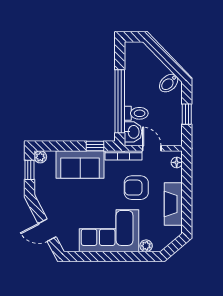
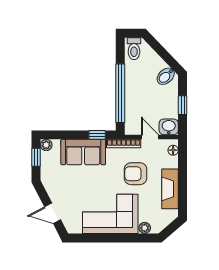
toilet: (136, 113) -> (134, 49), moved, turned 90
washbasin: (133, 132) -> (169, 127), moved, turned -90

